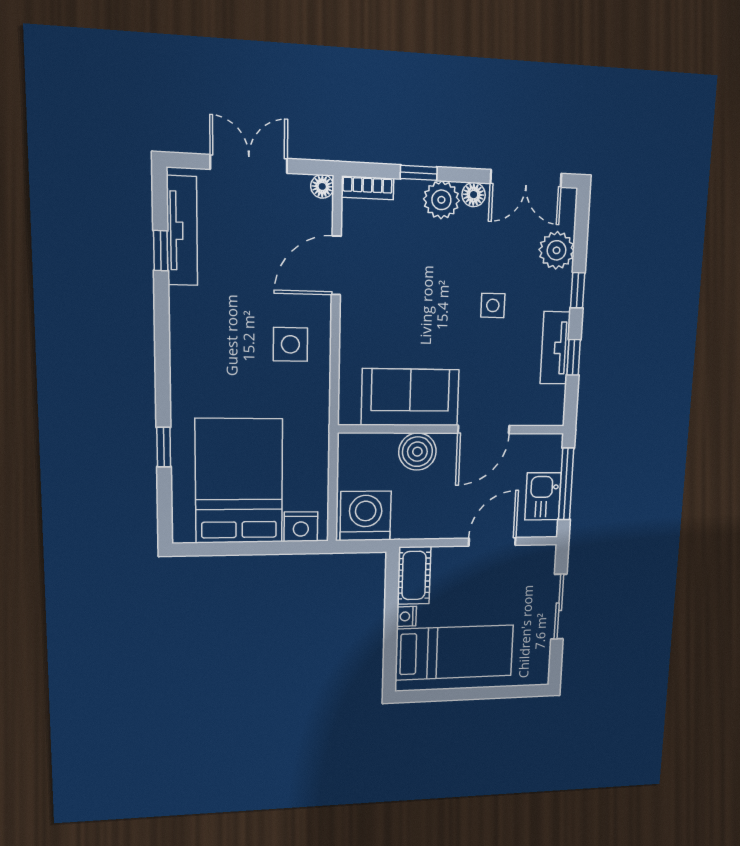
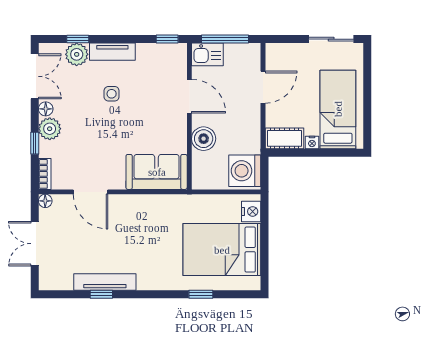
tv unit: (182, 231) -> (105, 282), moved
window: (161, 251) -> (101, 294), moved
window: (578, 290) -> (78, 39), moved
side table: (290, 344) -> (138, 219), removed
tv unit: (555, 348) -> (112, 52), moved
window: (574, 357) -> (167, 39), moved
sofa: (410, 397) -> (157, 172), moved, turned 90
kitchen sink: (543, 496) -> (207, 54), moved
door: (492, 542) -> (263, 87), swing flipped
sliding door: (559, 607) -> (331, 39), moved

